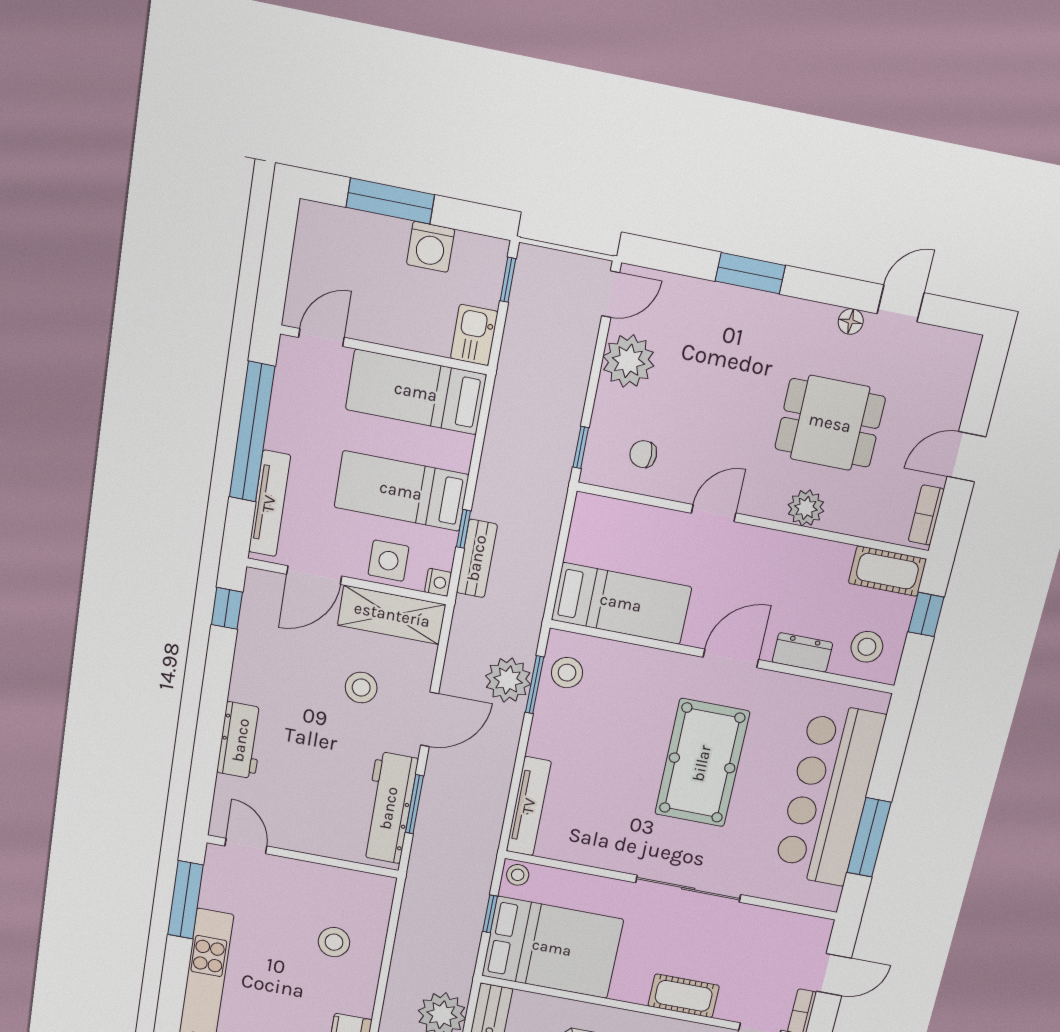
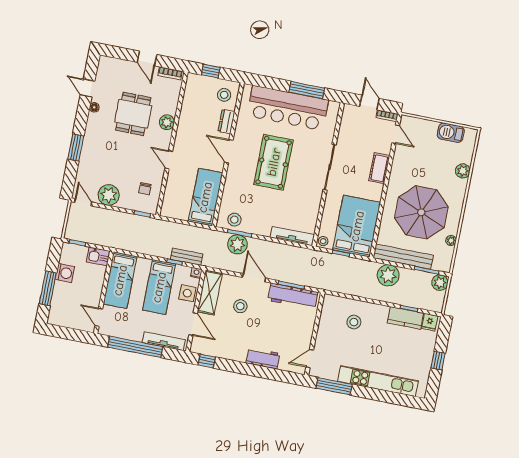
cot: (887, 571) -> (193, 88), removed
pool table: (702, 763) -> (274, 162), turned 90

